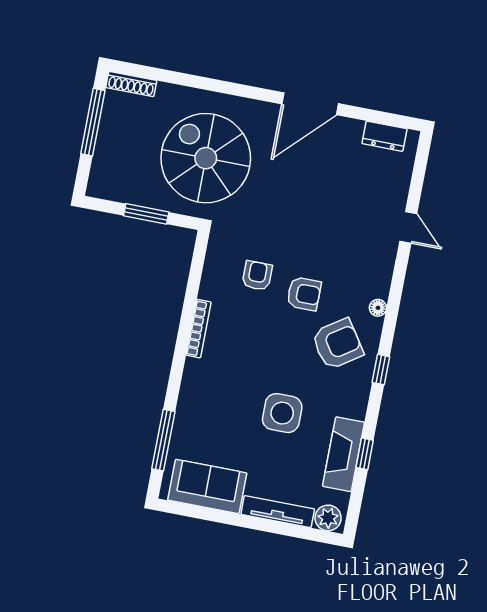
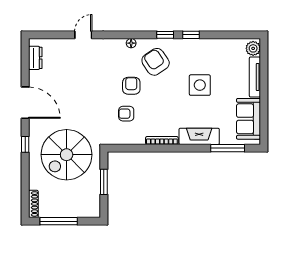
window: (238, 90) -> (25, 144), added
fireplace: (344, 454) -> (199, 136), moved, turned 180
window: (365, 454) -> (191, 35), moved

